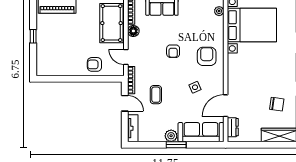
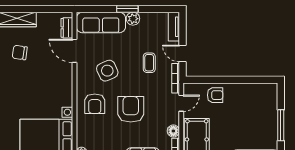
window: (33, 36) -> (281, 125), width x2.17
armchair: (173, 51) -> (131, 109), width x1.88, depth x1.88
door: (126, 57) -> (181, 103), hinge flipped
side table: (195, 87) -> (107, 71), width x1.87, depth x1.87
door: (226, 106) -> (74, 51), swing flipped

